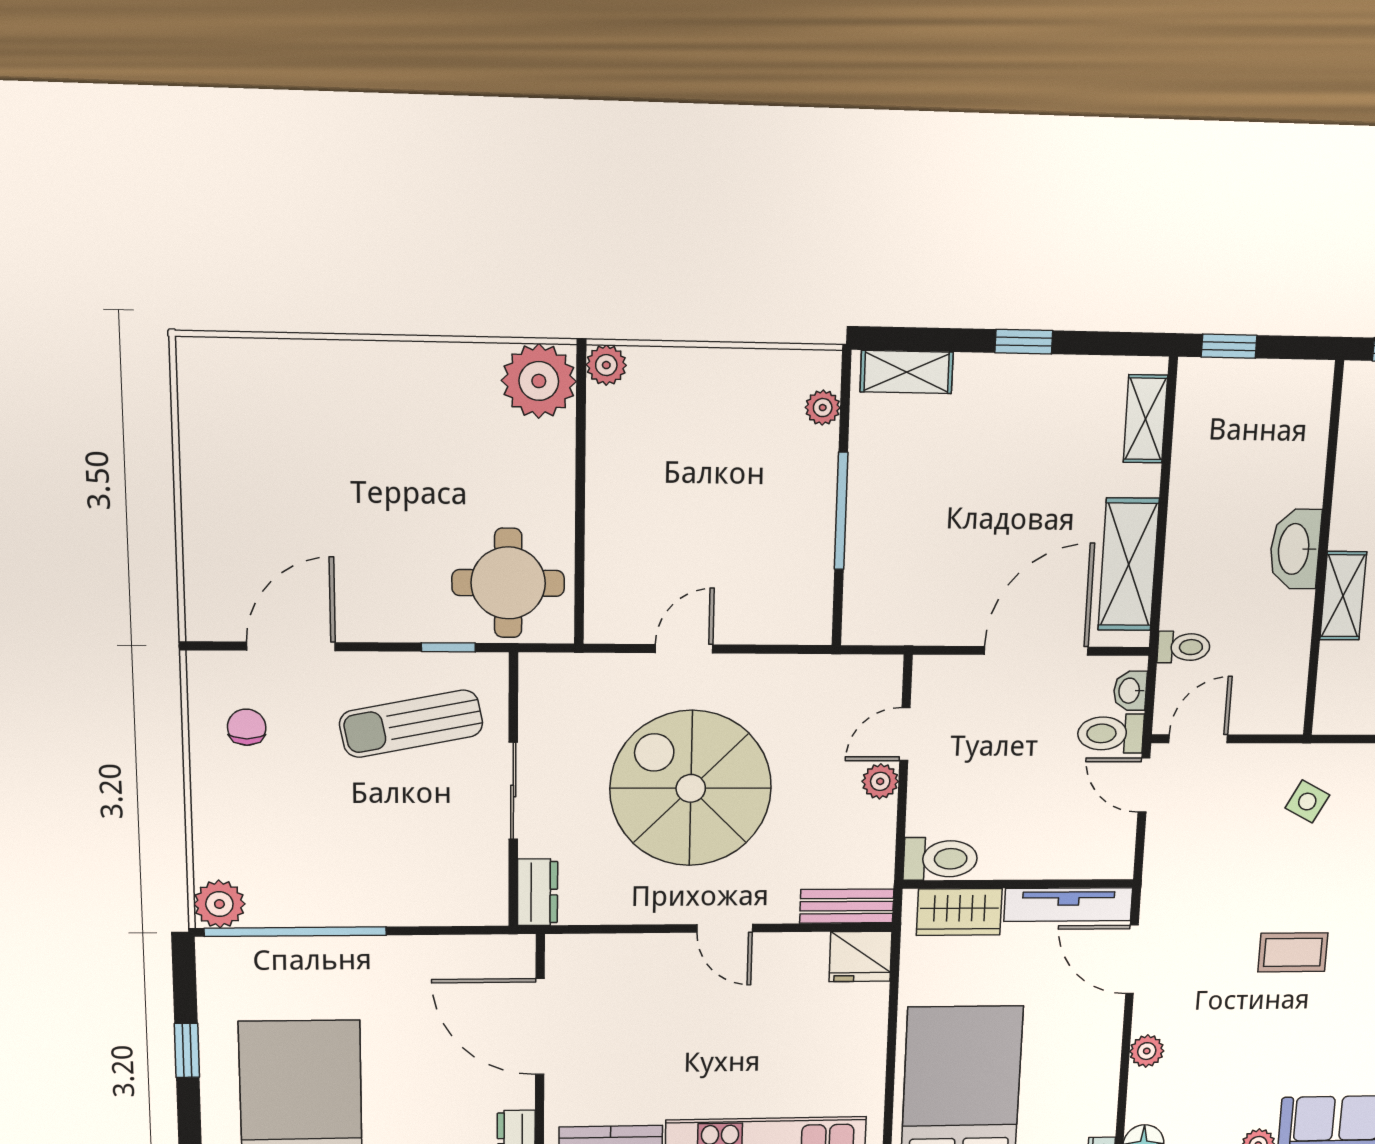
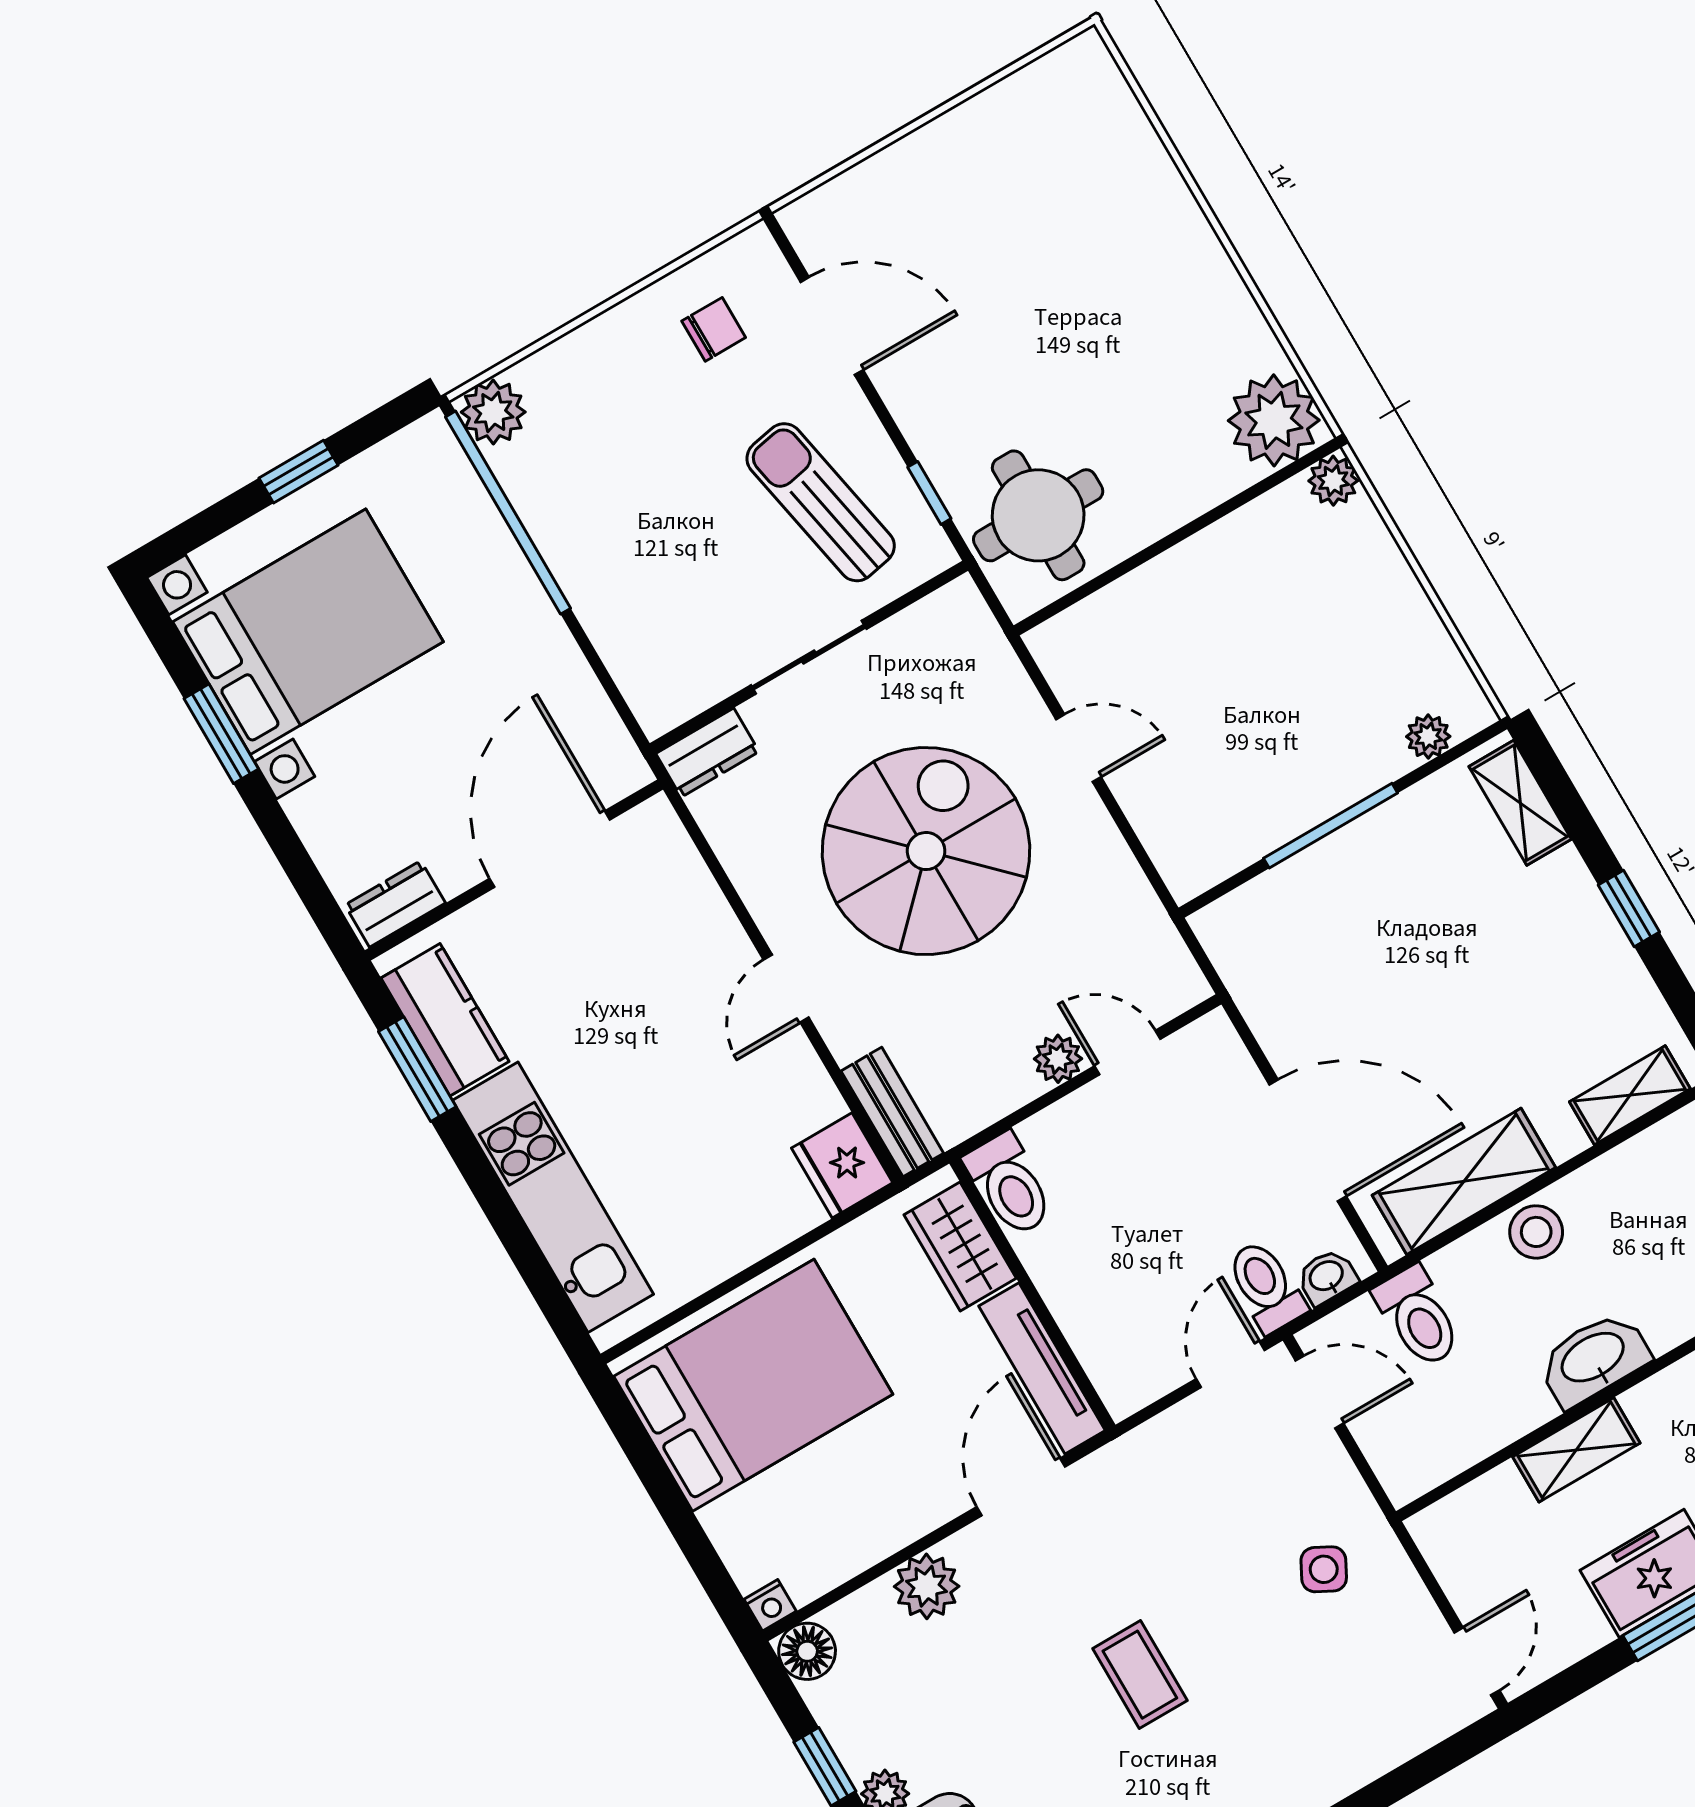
stool: (1191, 537) -> (1536, 1232), added
toilet: (1184, 647) -> (1418, 1317), width x1.37, depth x1.39
plant: (1147, 1051) -> (927, 1586), width x1.38, depth x1.38

